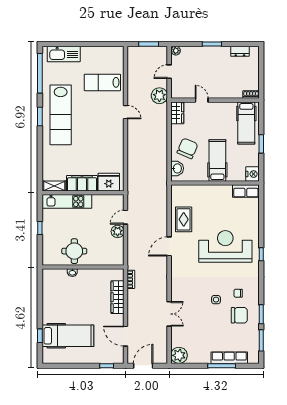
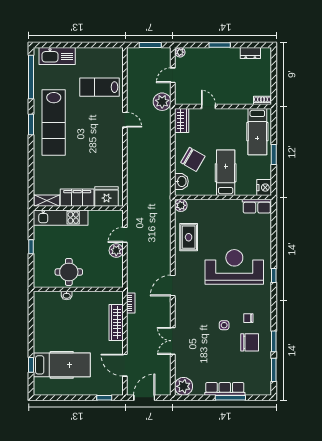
chair: (187, 148) -> (193, 159), turned 97
plant: (176, 190) -> (181, 205), added
door: (169, 246) -> (173, 285), moved
double door: (169, 314) -> (173, 341), swing flipped
row of seats: (229, 358) -> (225, 389), moved

